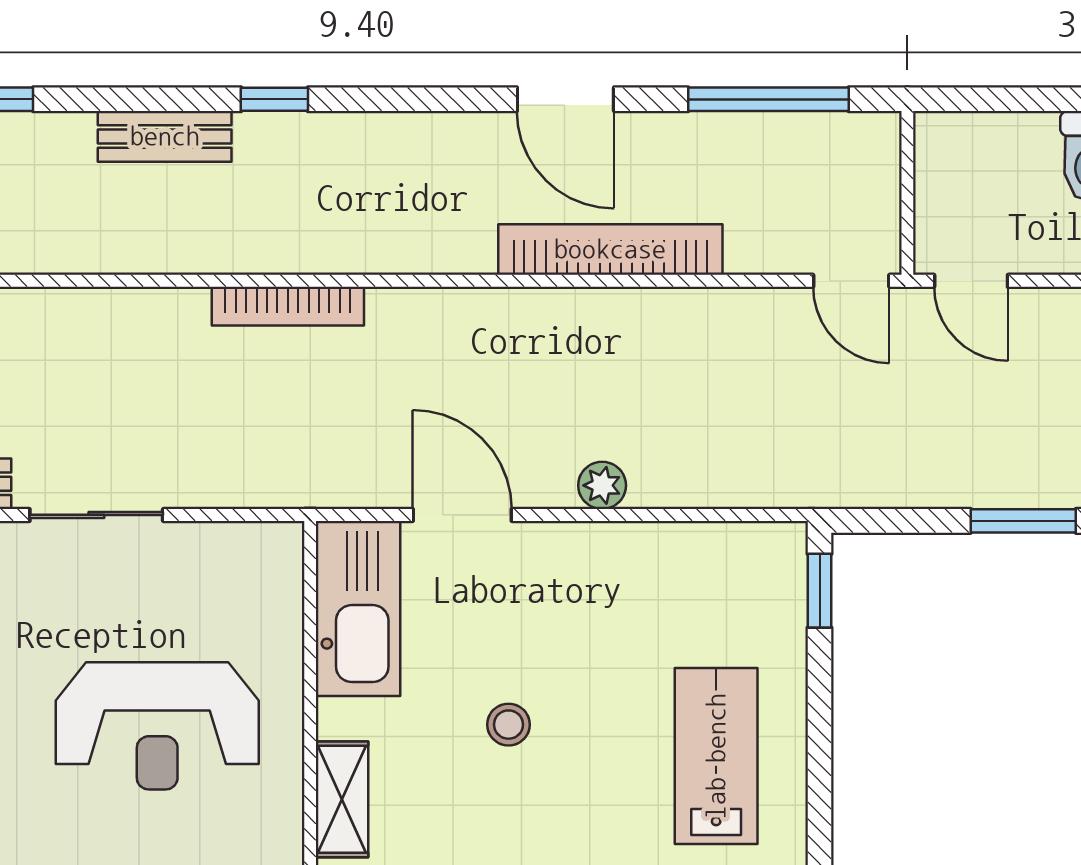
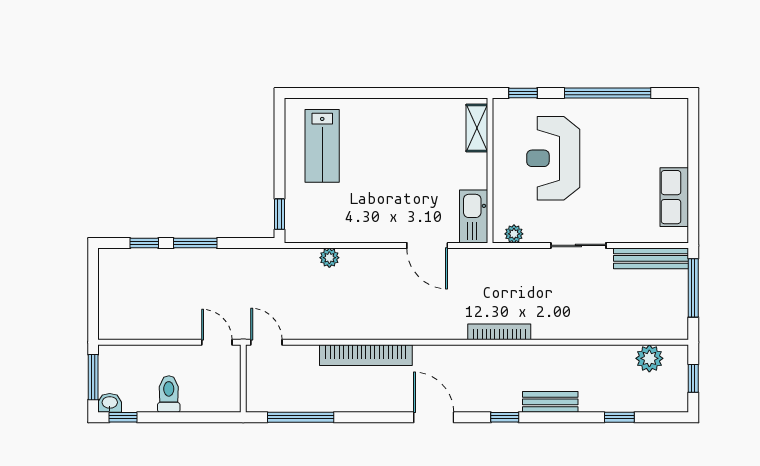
door: (565, 99) -> (434, 417), moved
plant: (602, 485) -> (329, 258), moved
plant: (252, 543) -> (514, 234), added
kitchen sink: (358, 609) -> (474, 217), width x0.73, depth x0.81
stool: (508, 725) -> (408, 159), removed
reception desk: (157, 726) -> (553, 158), turned -90

